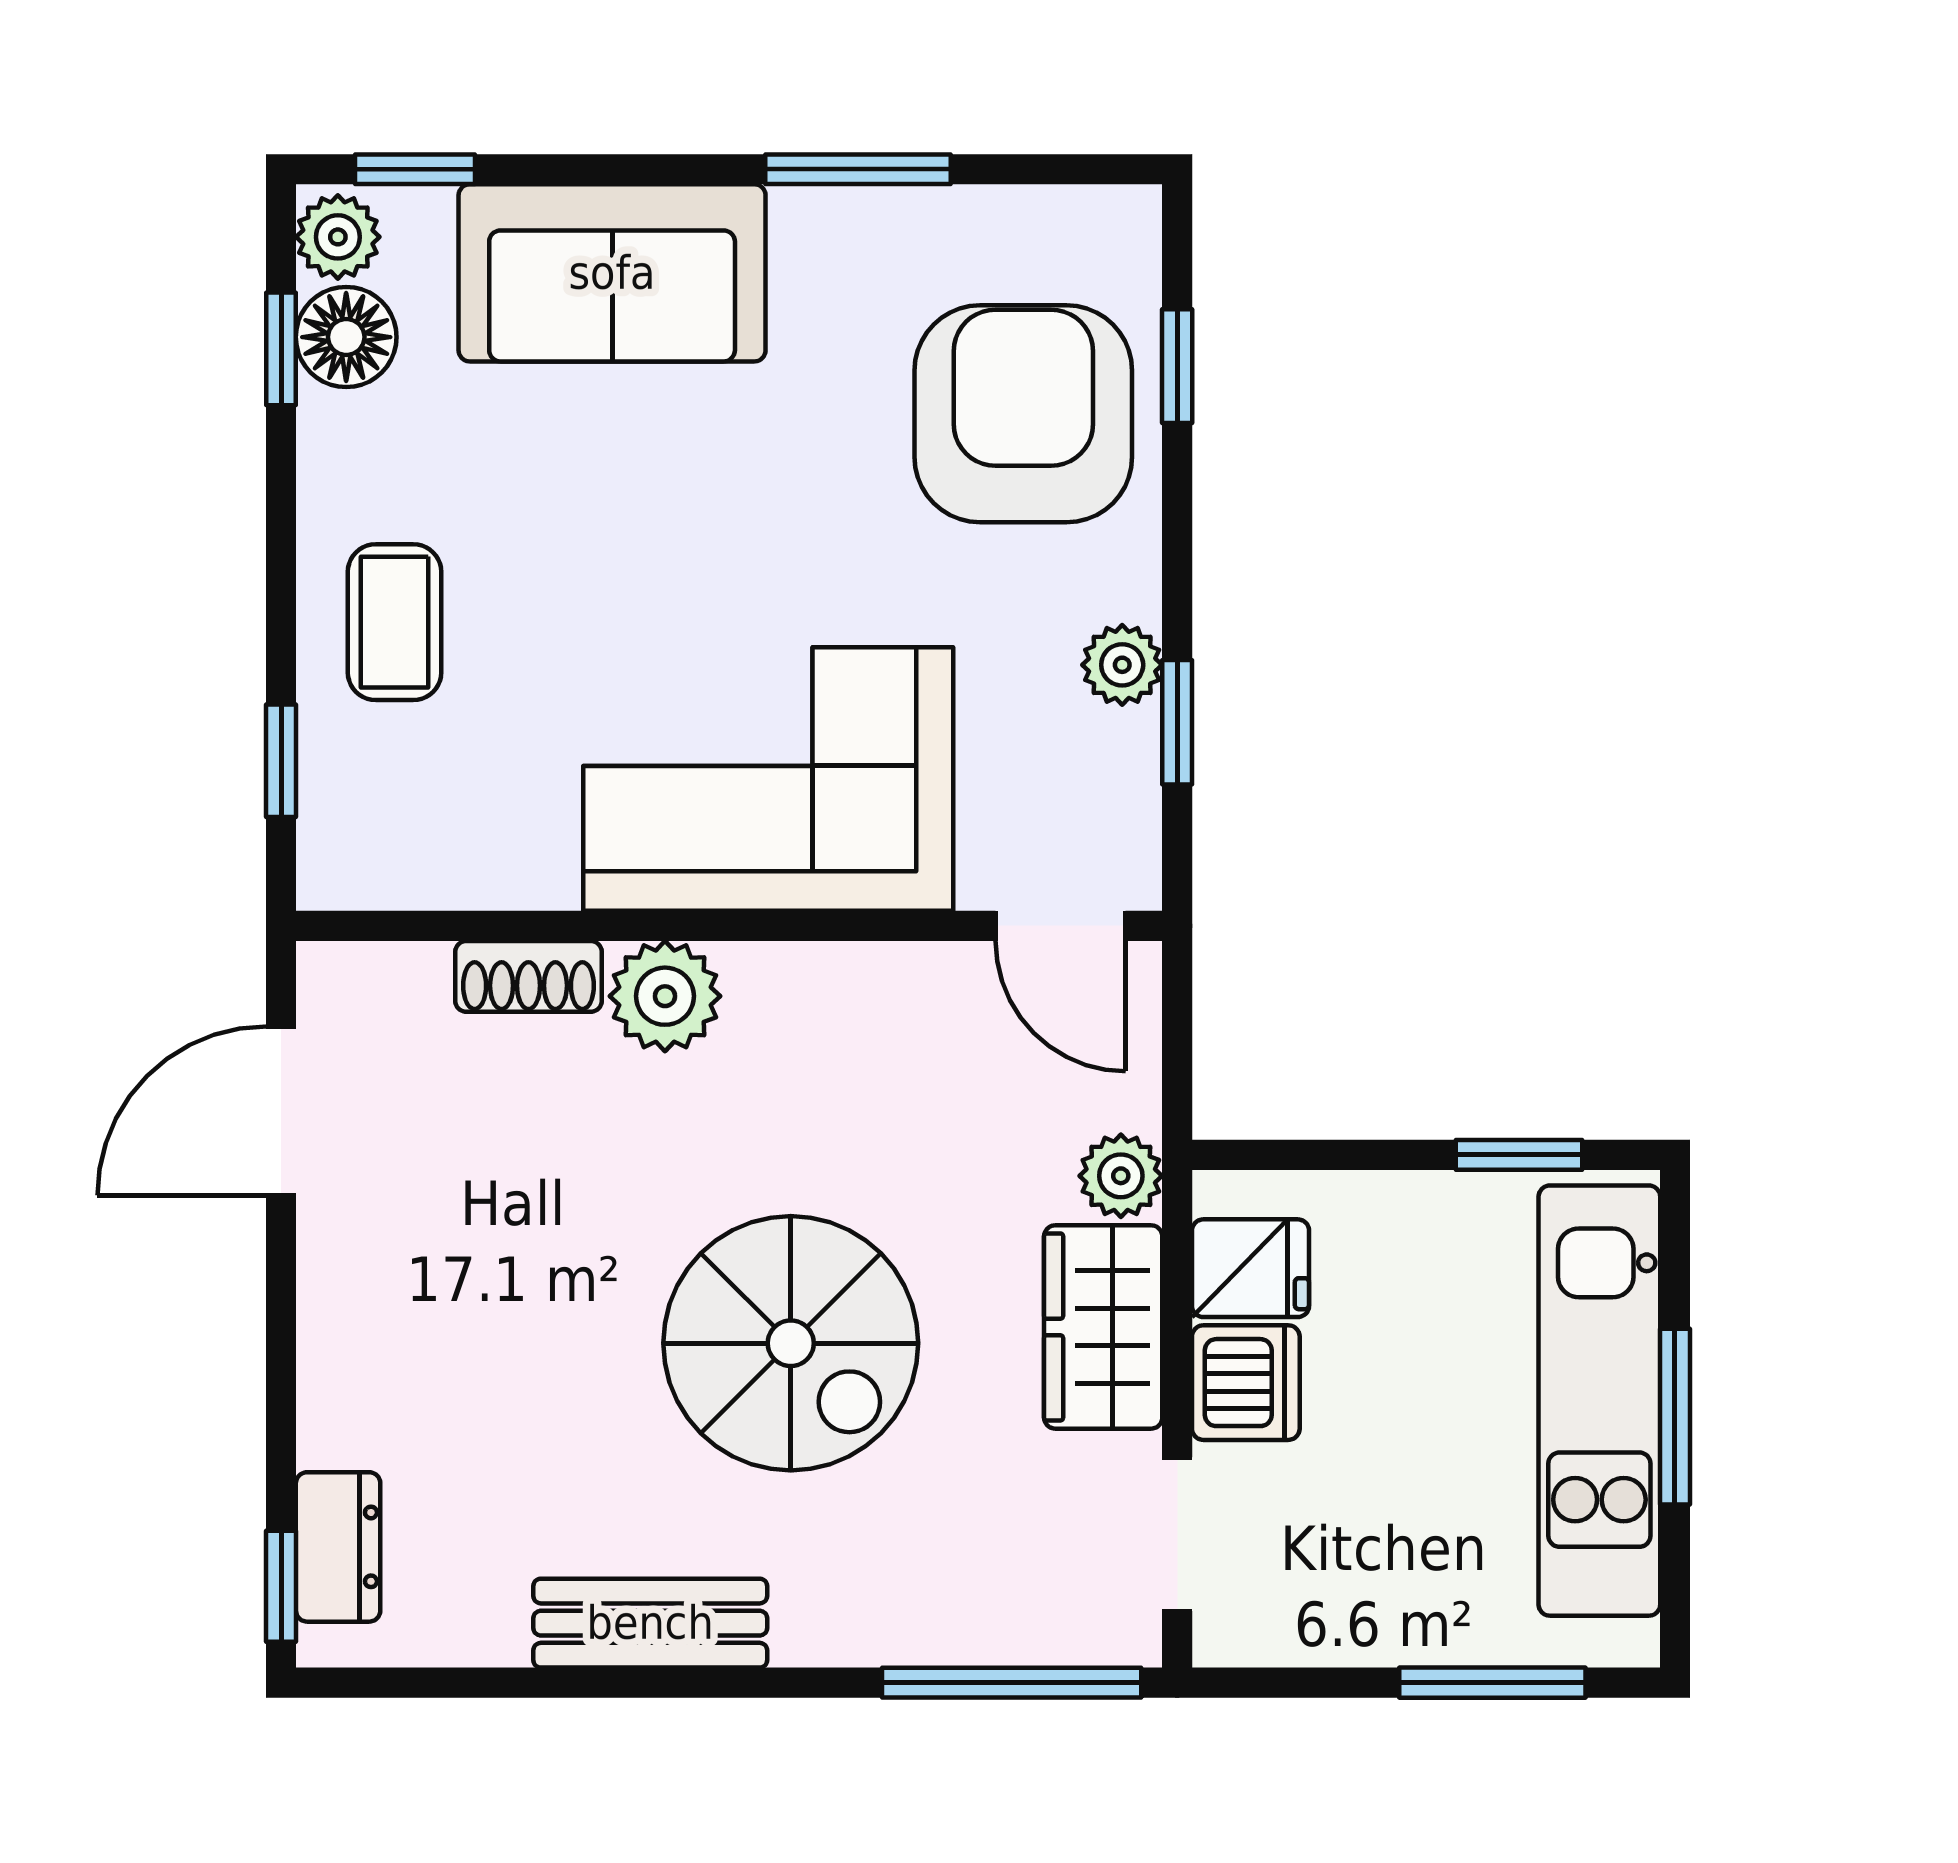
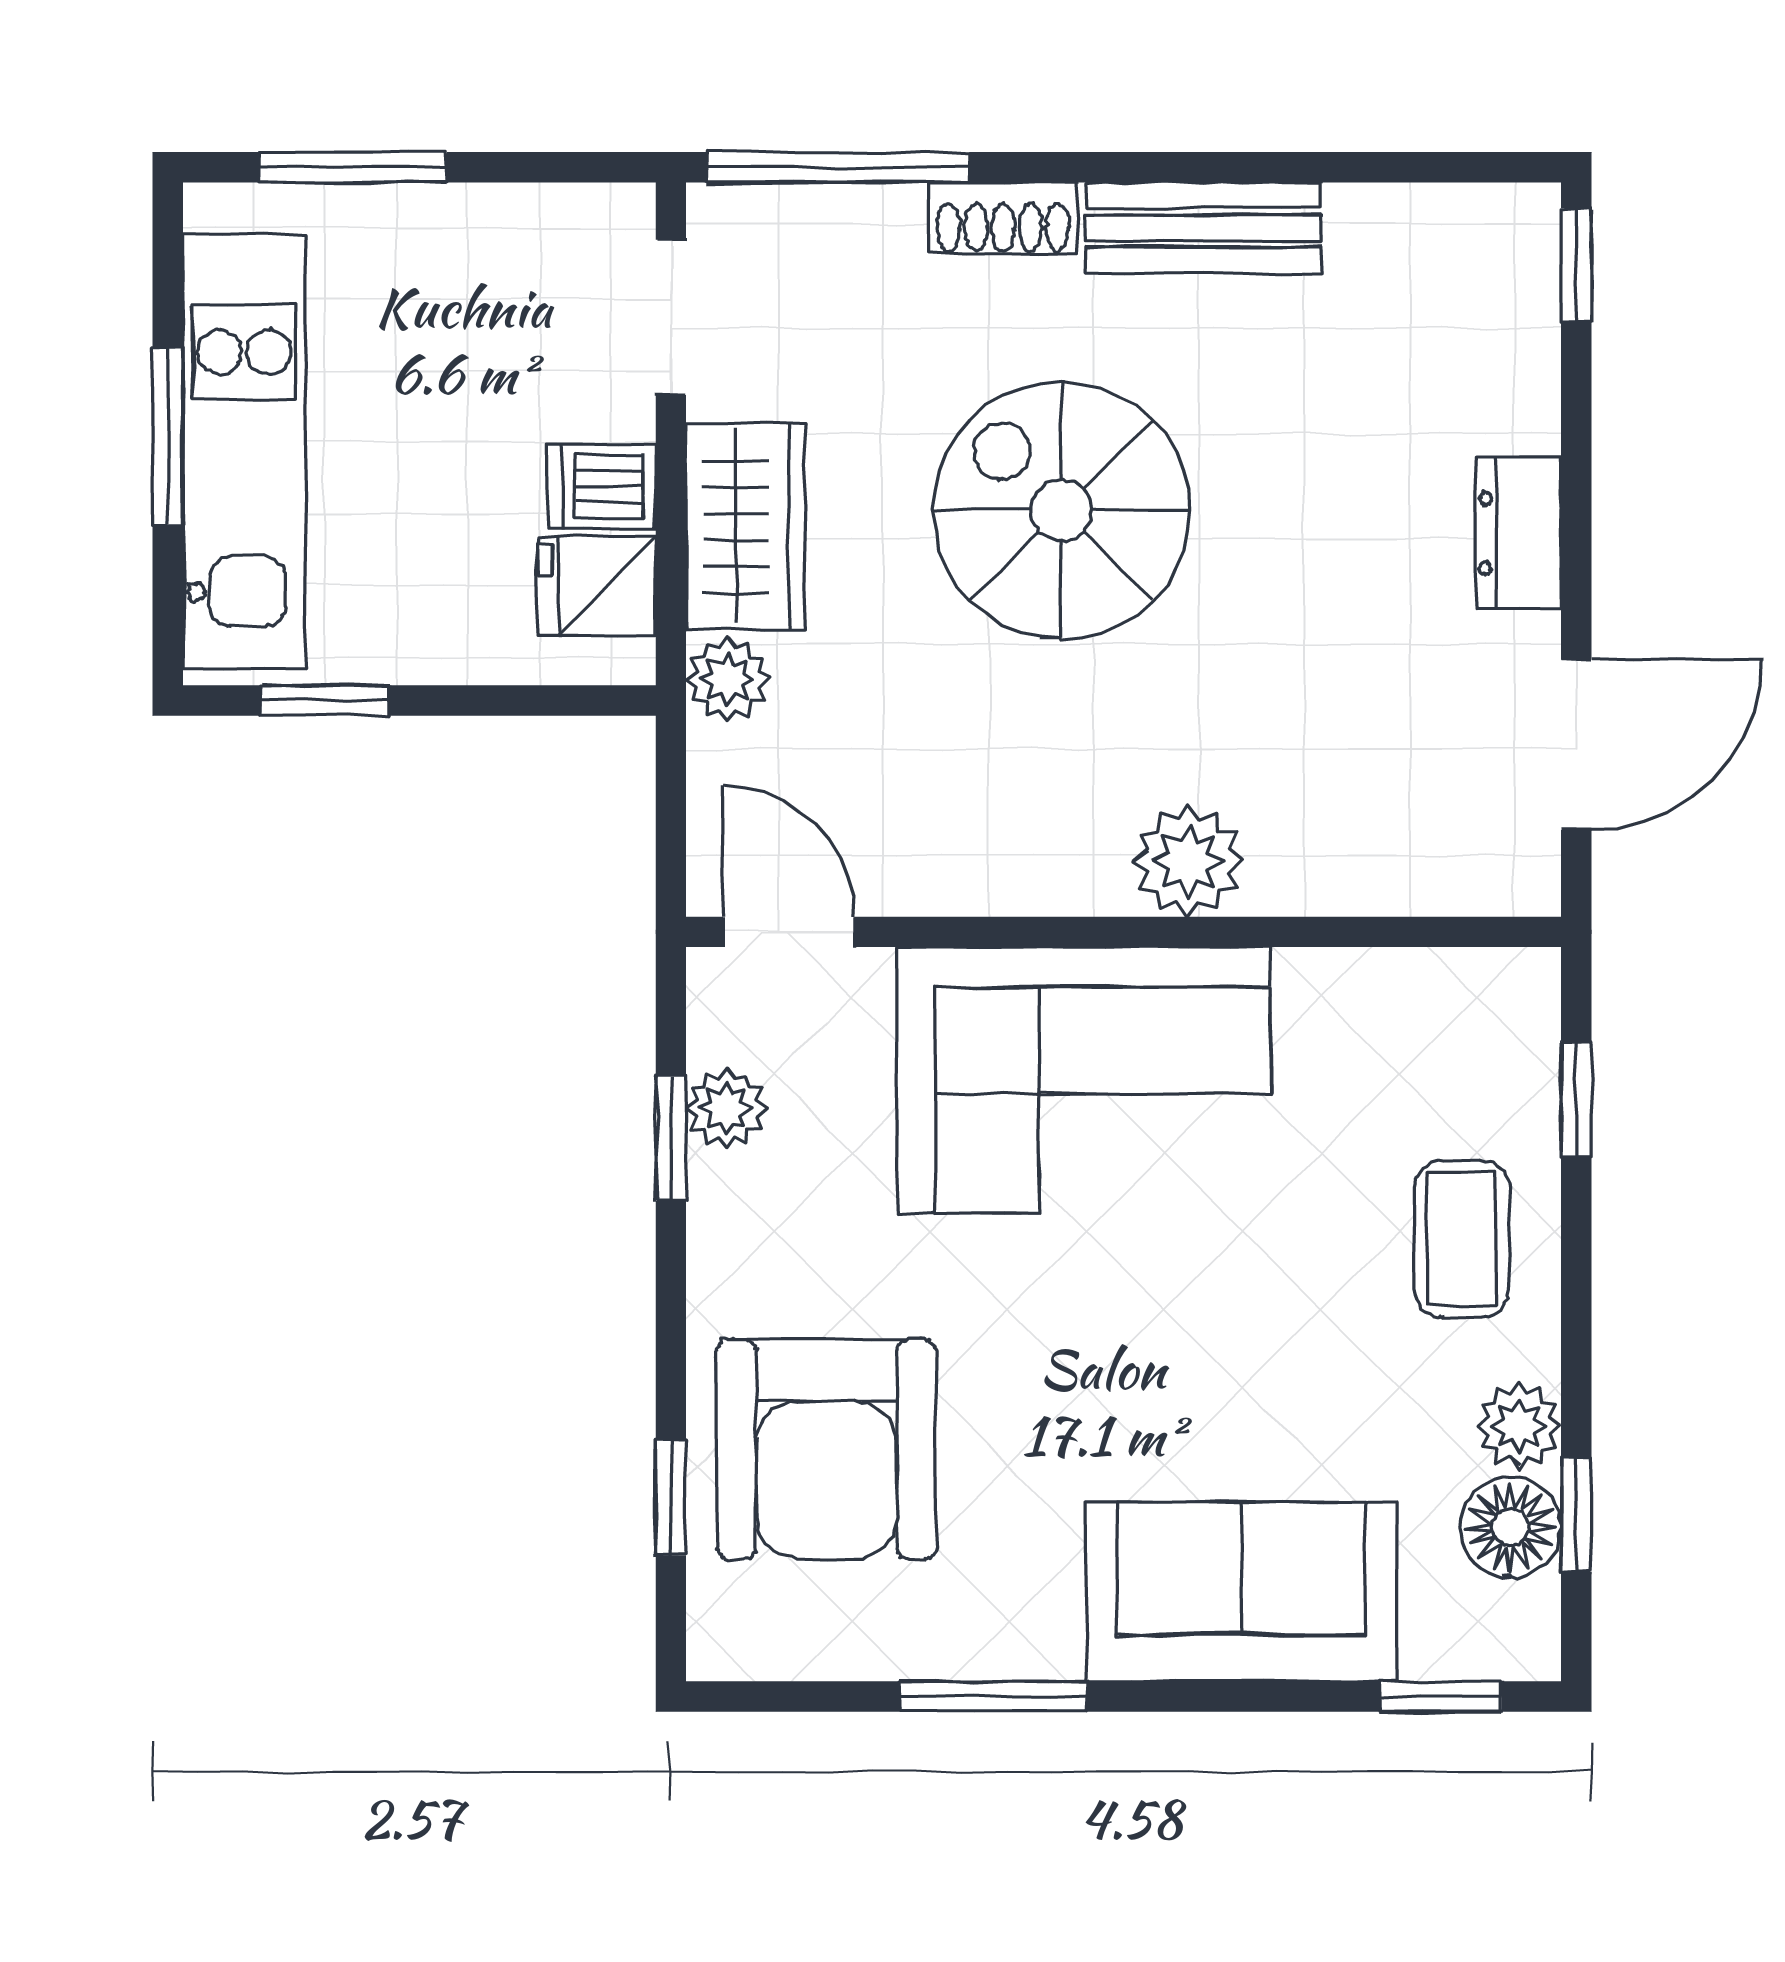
plant: (338, 237) -> (1519, 1426), moved
plant: (1122, 665) -> (726, 1108), moved
shoe rack: (528, 976) -> (1003, 218), moved, turned 180
dishwasher: (1246, 1383) -> (601, 486), width x0.73
dresser: (338, 1547) -> (1519, 533), moved

